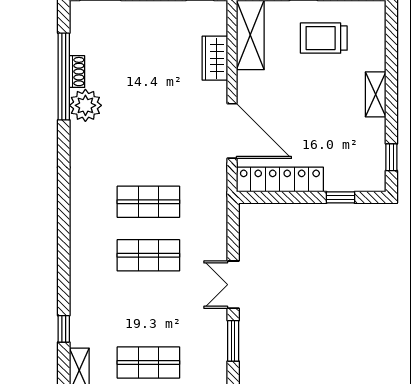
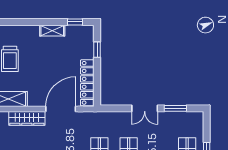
wardrobe: (215, 58) -> (27, 118), width x1.50
shelving: (376, 94) -> (52, 31), moved

